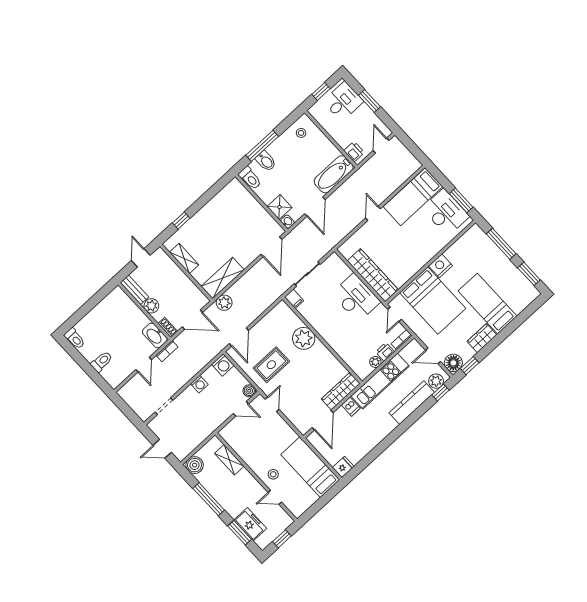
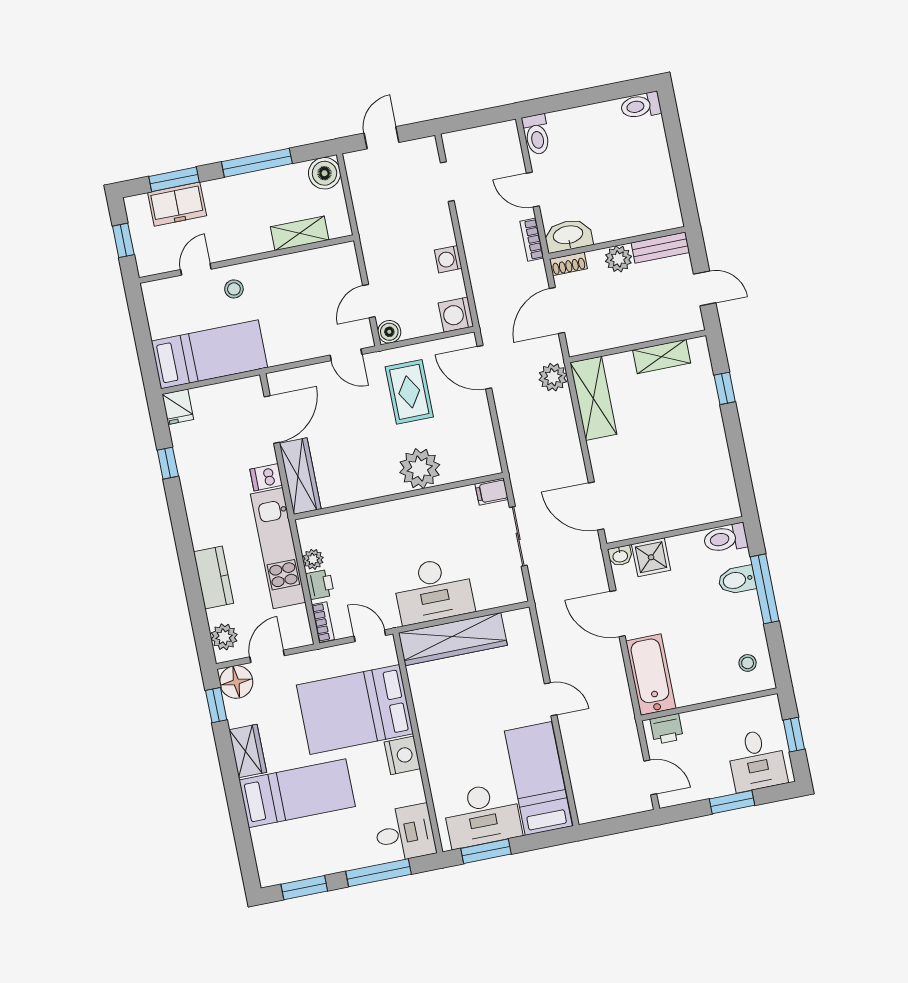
desk: (476, 243) -> (405, 833), added
toilet: (102, 362) -> (537, 135), moved
window: (440, 393) -> (168, 463), moved
kitchen counter: (412, 403) -> (214, 578), width x0.67
door: (323, 420) -> (272, 419), swing flipped

